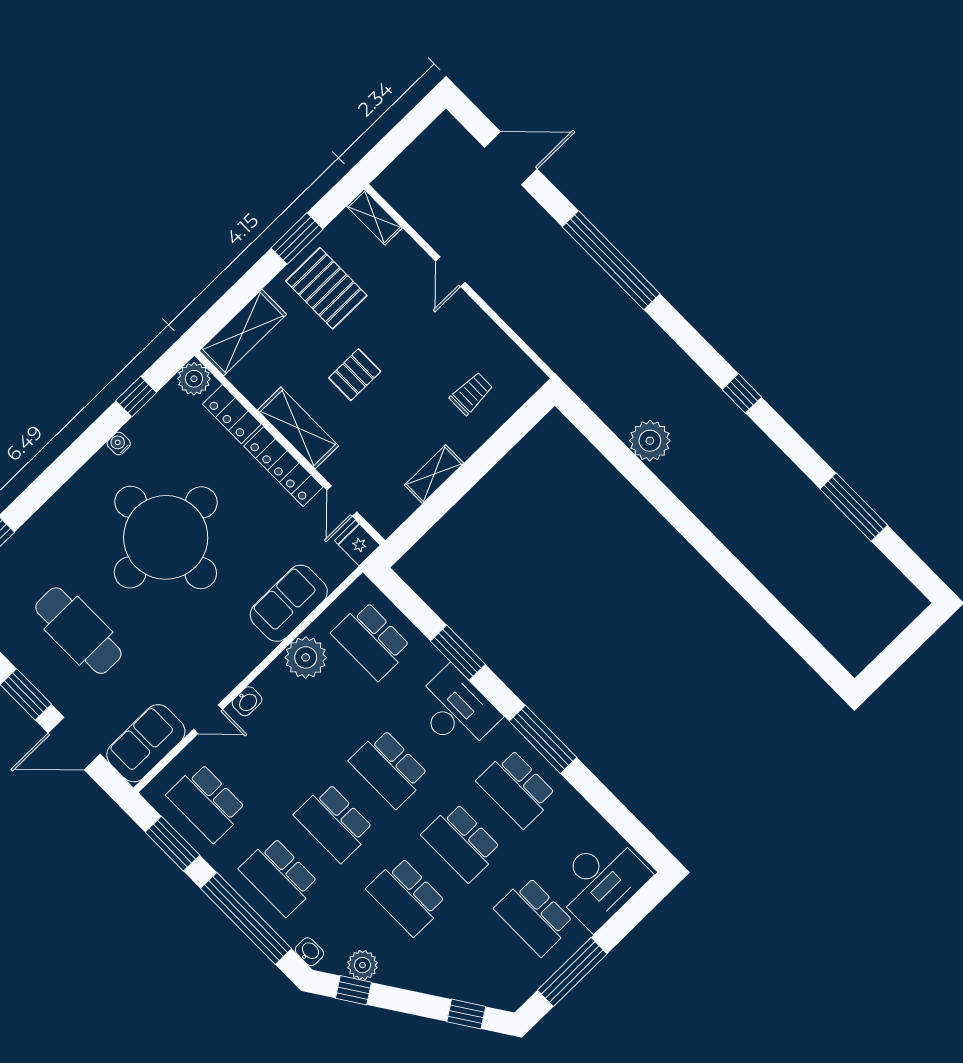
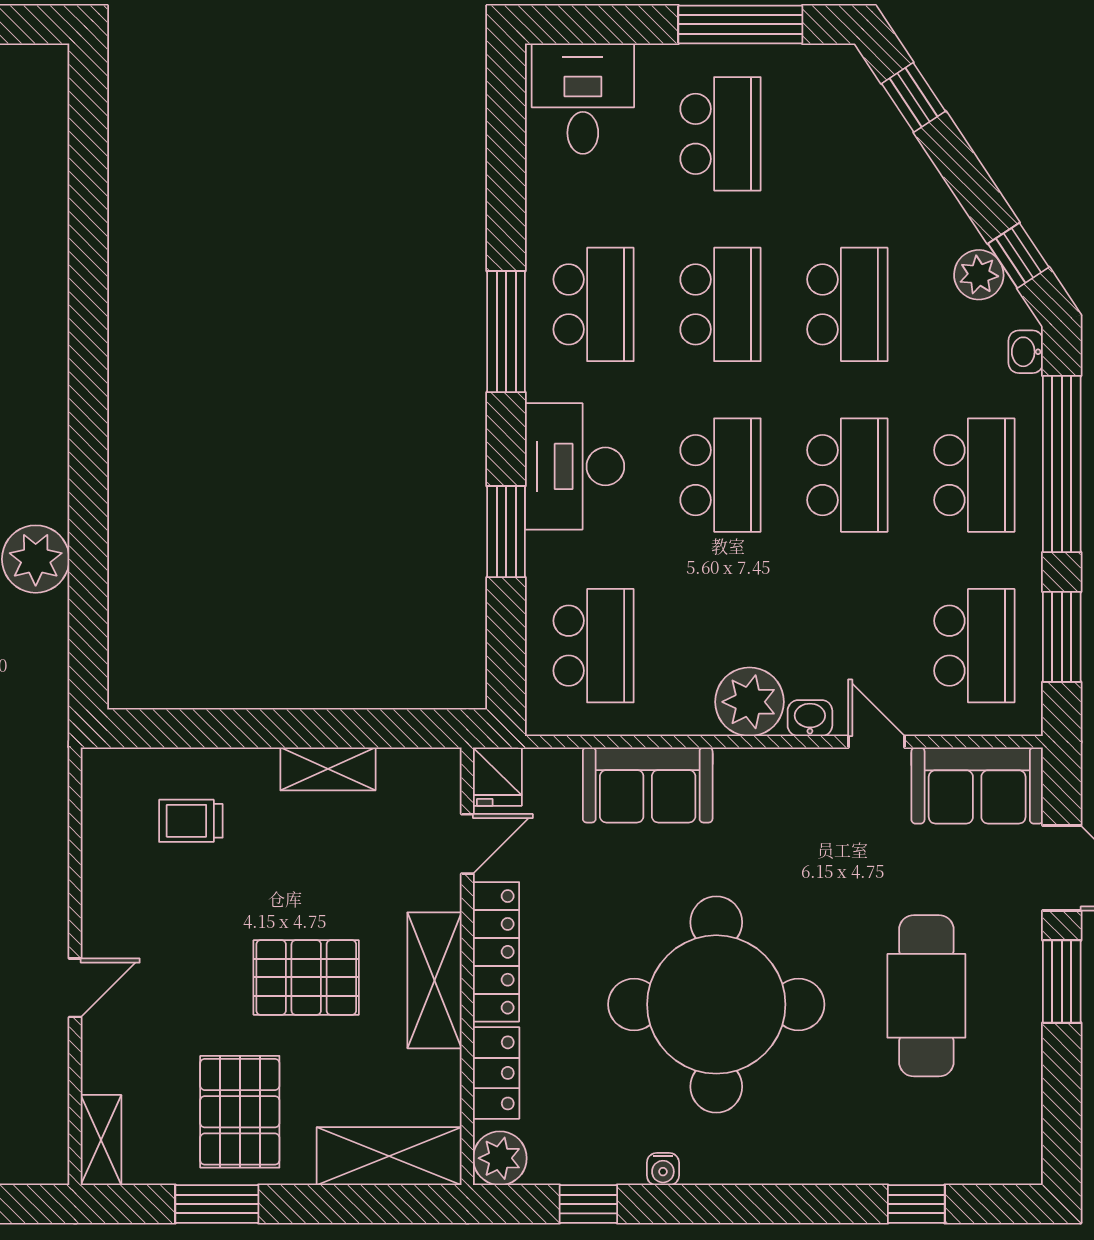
pallet: (355, 375) -> (306, 977), width x1.50, depth x1.42
plant: (306, 657) -> (749, 702), moved
desk: (601, 881) -> (583, 99), width x0.73

